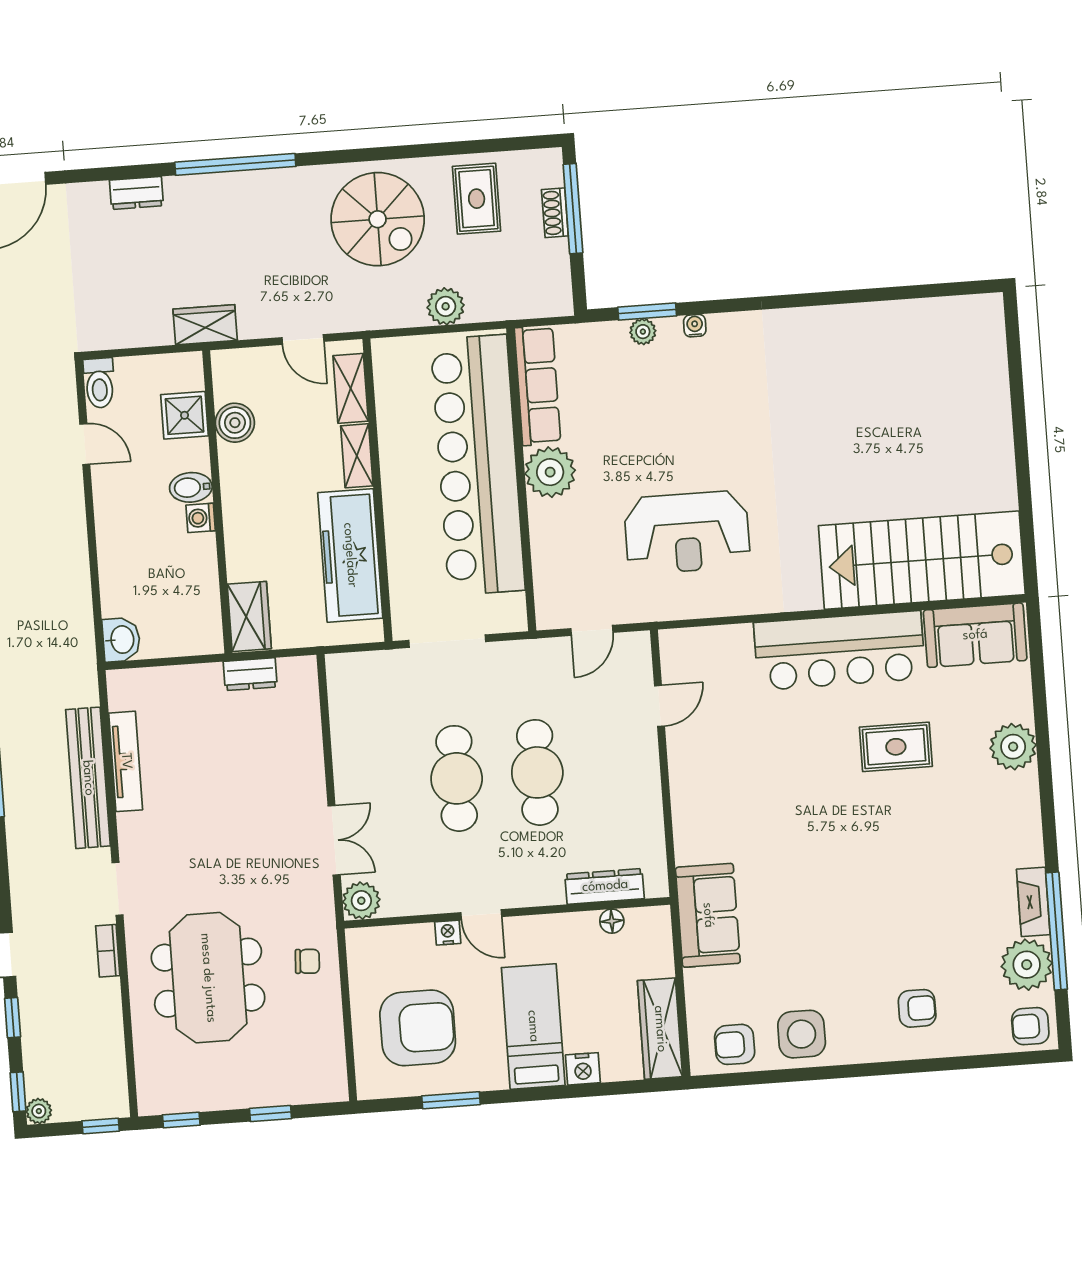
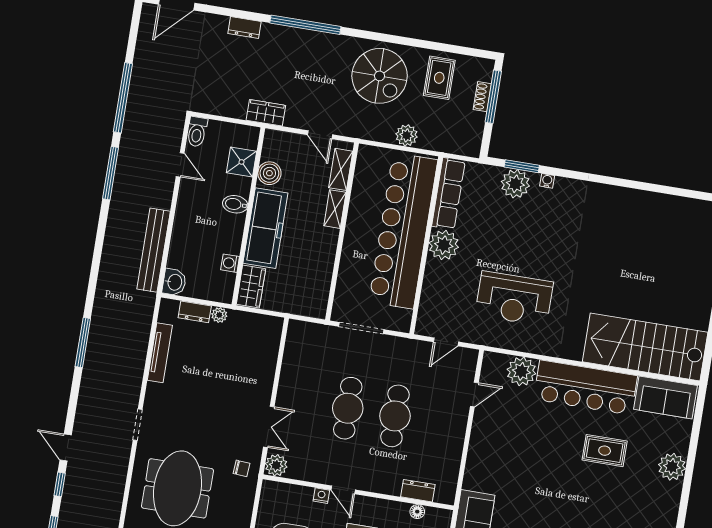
plant: (643, 332) -> (515, 184), width x1.87, depth x1.87
washing machine: (201, 518) -> (230, 263), moved
freezer: (350, 555) -> (265, 228), moved, turned 180
plant: (728, 649) -> (521, 371), added
dresser: (250, 674) -> (195, 312), moved
plant: (208, 676) -> (219, 315), added
bench: (88, 778) -> (154, 250), moved
dresser: (605, 886) -> (418, 491), width x0.70
bookcase: (108, 951) -> (124, 459), removed
chair: (307, 961) -> (241, 468), moved

